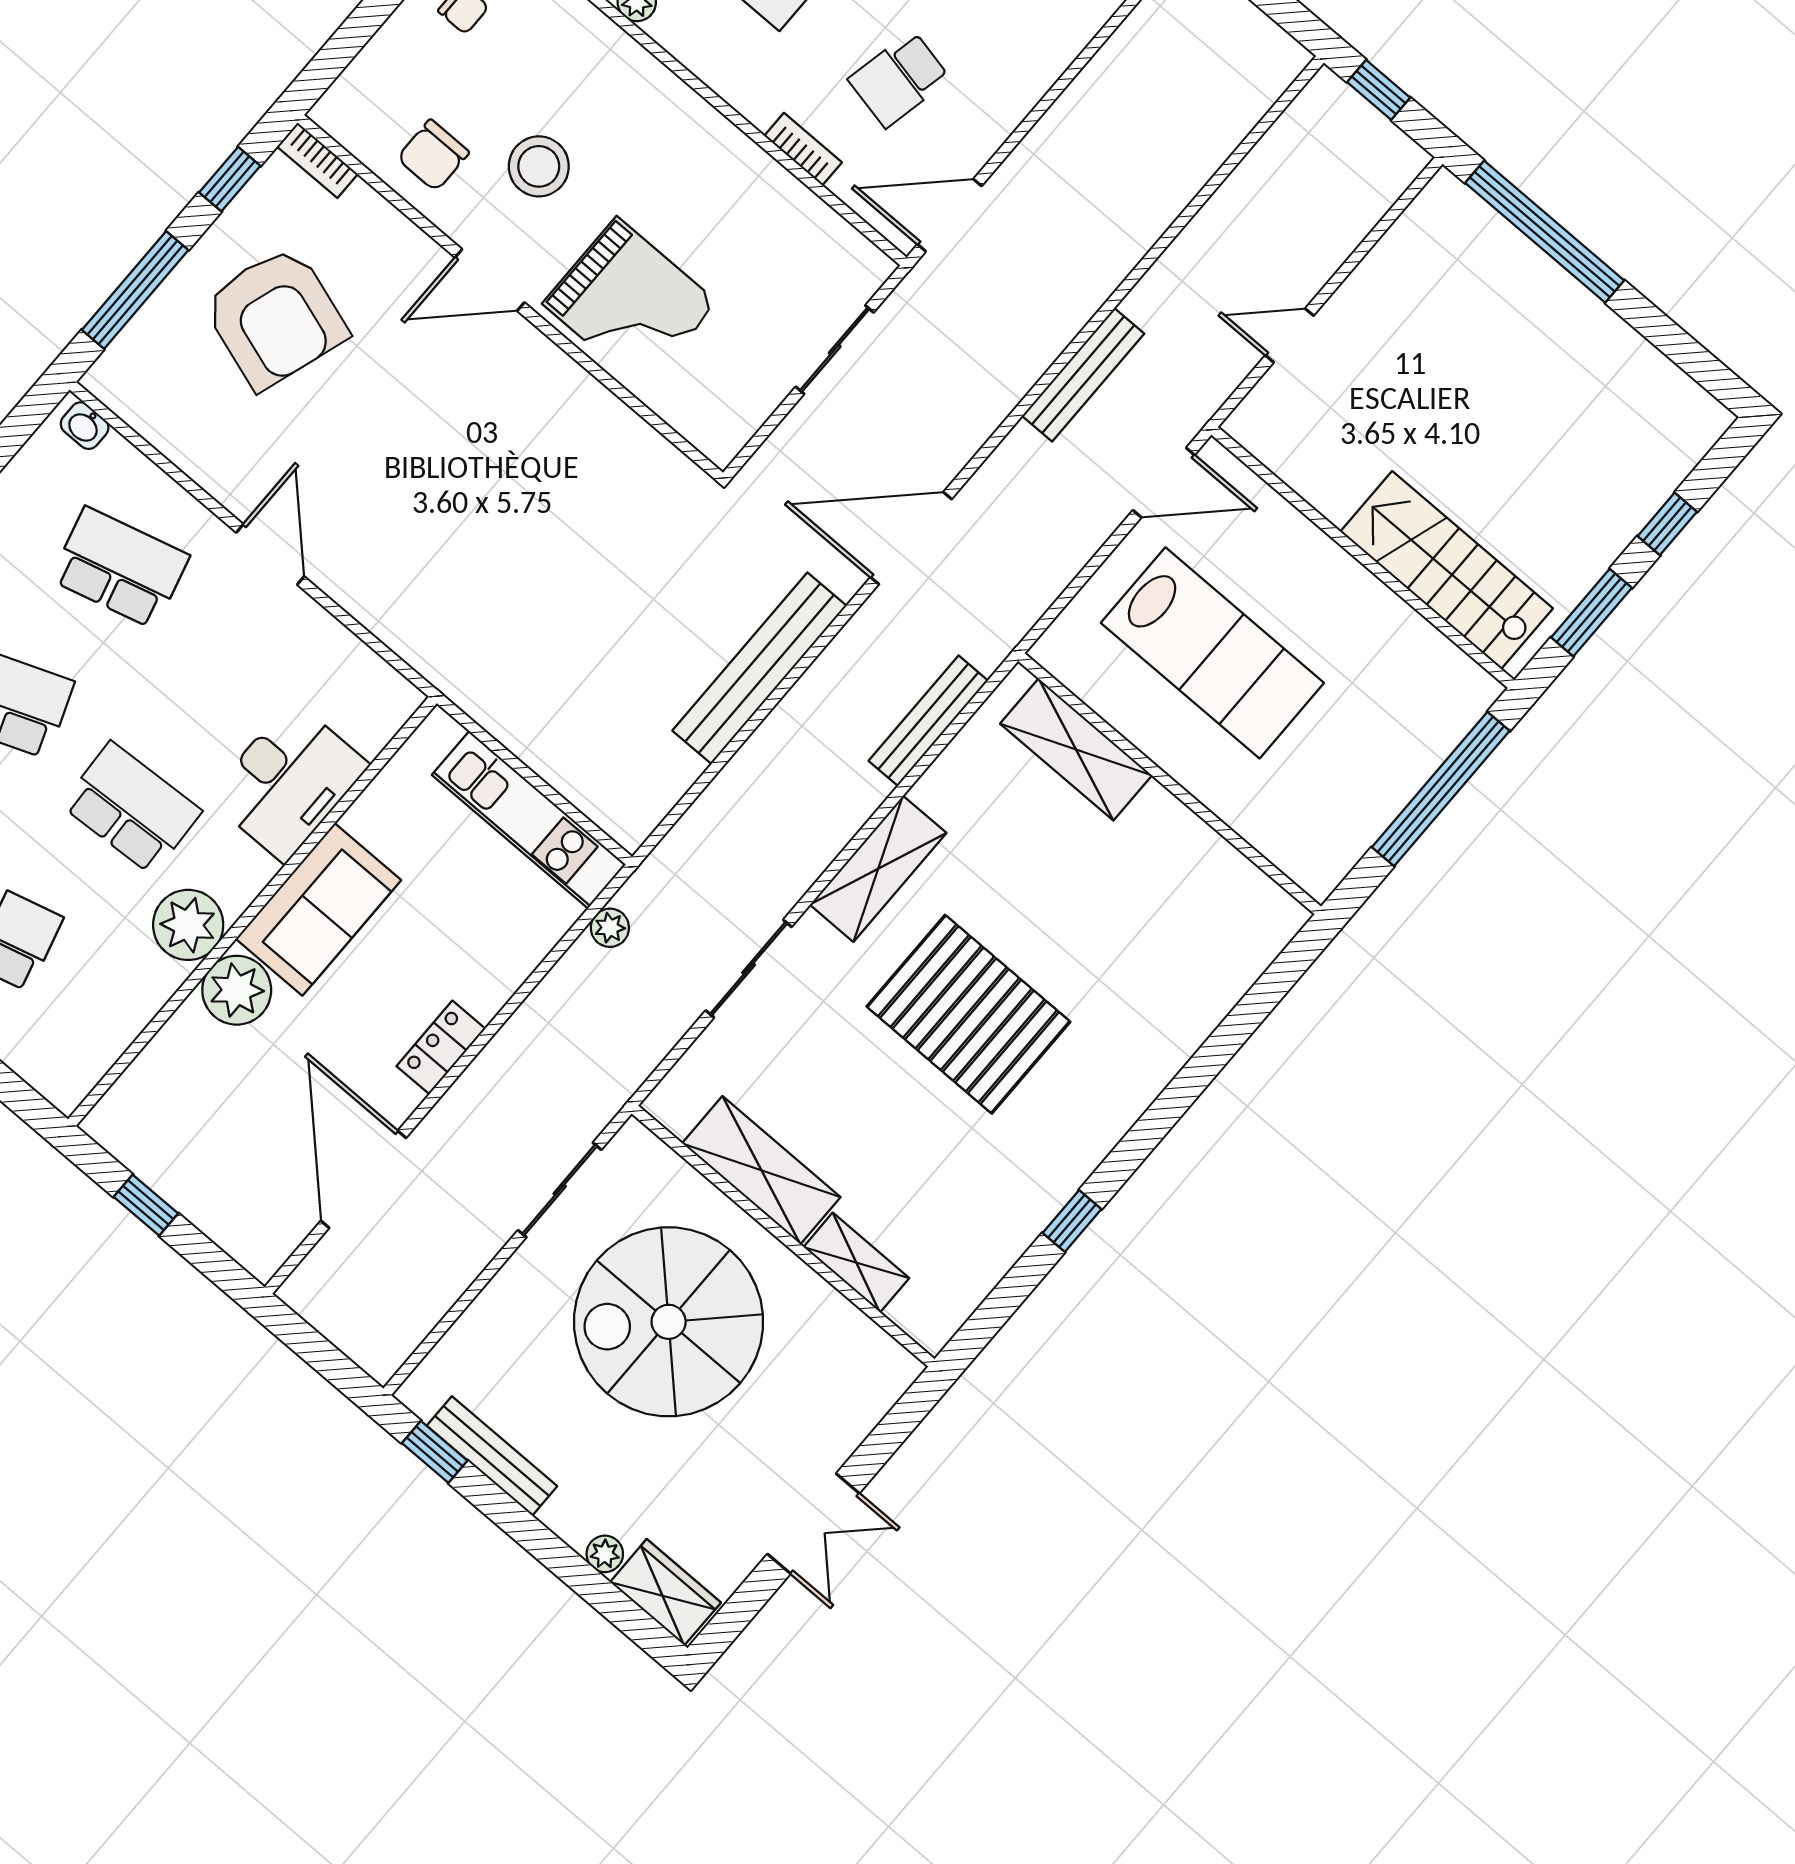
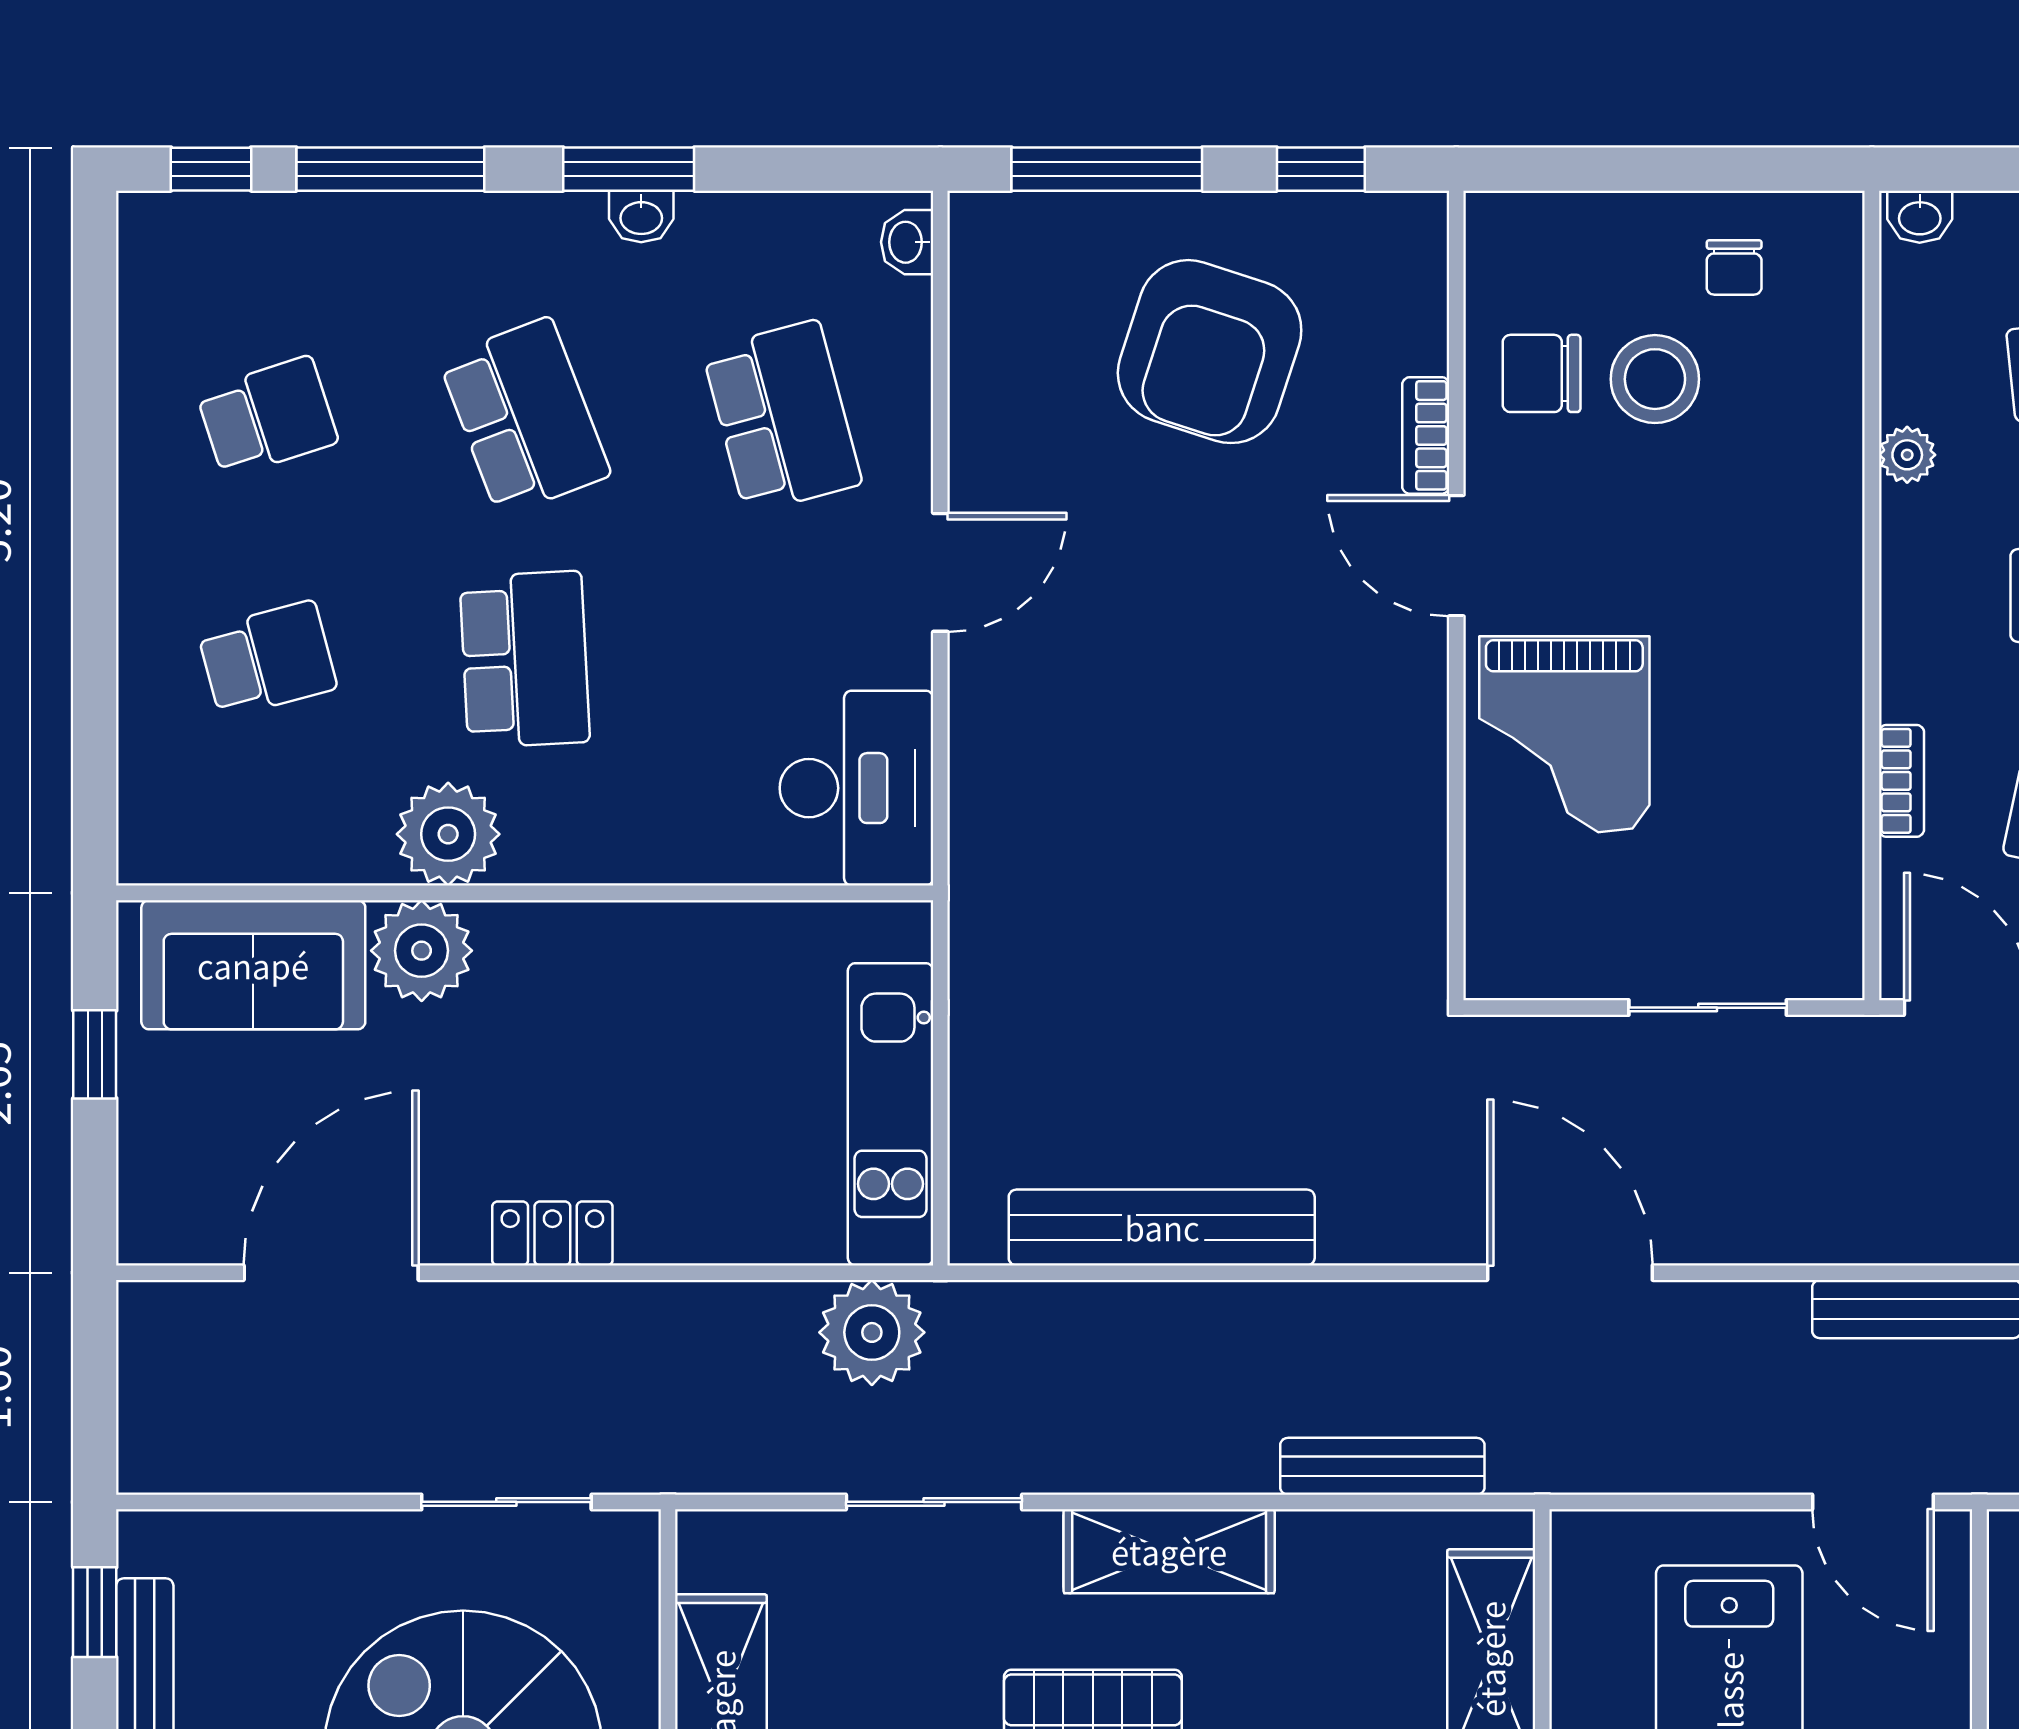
bookcase: (317, 160) -> (1426, 435), moved
stool: (539, 166) -> (1655, 379), moved
bench: (759, 668) -> (1162, 1227), moved
desk: (288, 781) -> (856, 788), moved, turned -90
sofa: (318, 909) -> (253, 965), moved
plant: (610, 928) -> (872, 1332), width x1.87, depth x1.87

